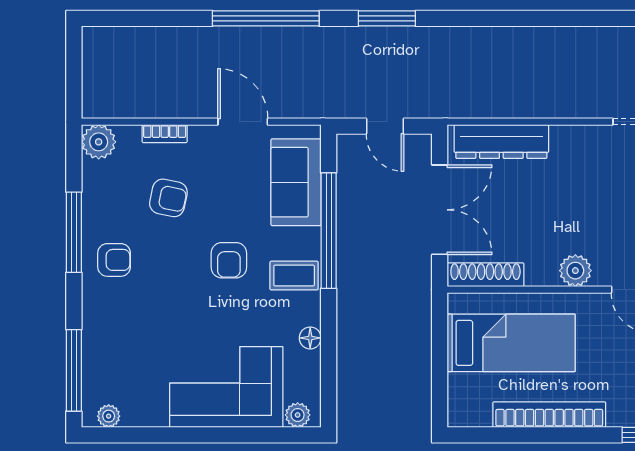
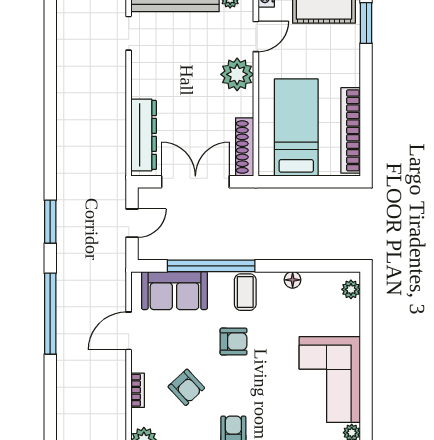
armchair: (168, 198) -> (186, 387), turned 125
plant: (575, 271) -> (237, 74), width x1.36, depth x1.36
corner sofa: (226, 387) -> (330, 379), moved
bookcase: (549, 415) -> (351, 130), moved

